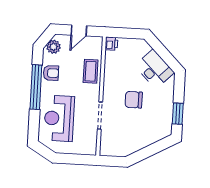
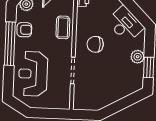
chair: (134, 100) -> (95, 44), moved
plant: (167, 102) -> (138, 57), added

